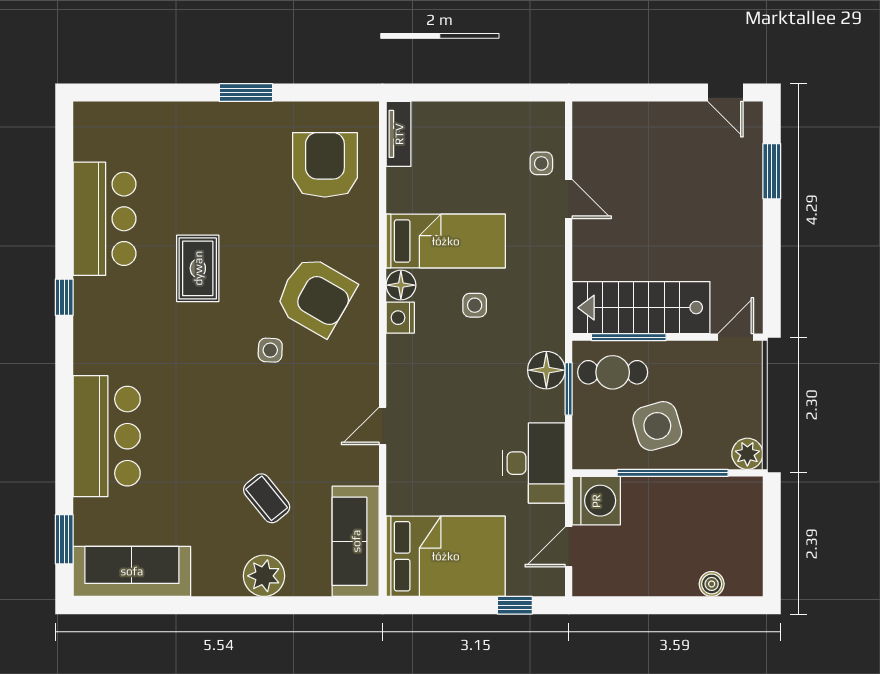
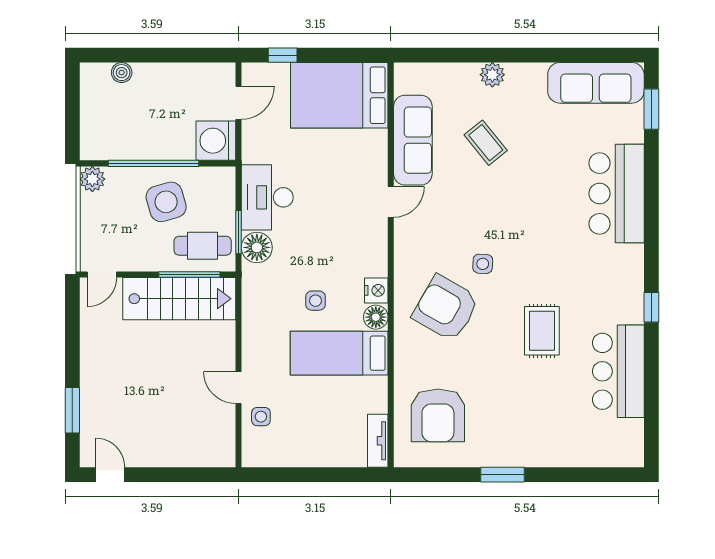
desk: (534, 463) -> (267, 197), moved
sofa: (356, 541) -> (413, 140), moved
plant: (264, 576) -> (492, 75), width x0.73, depth x0.73

